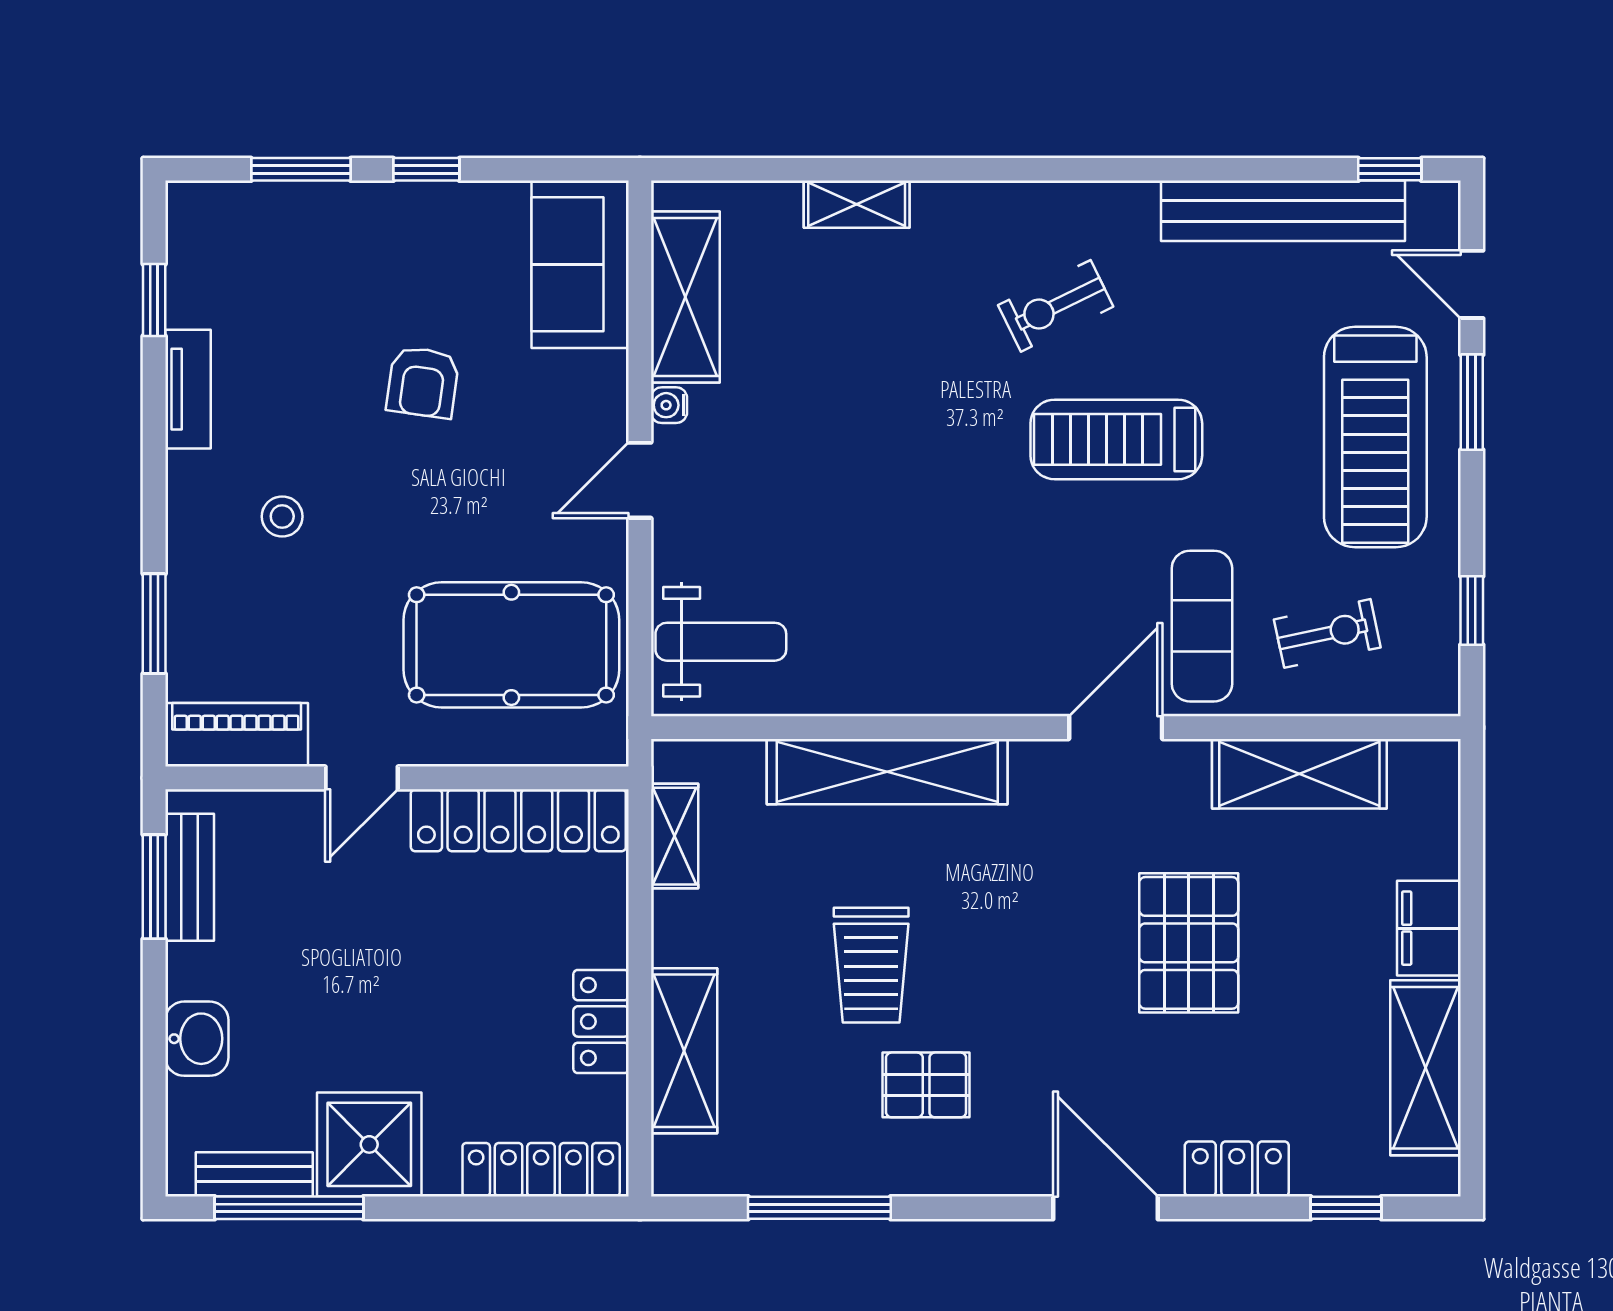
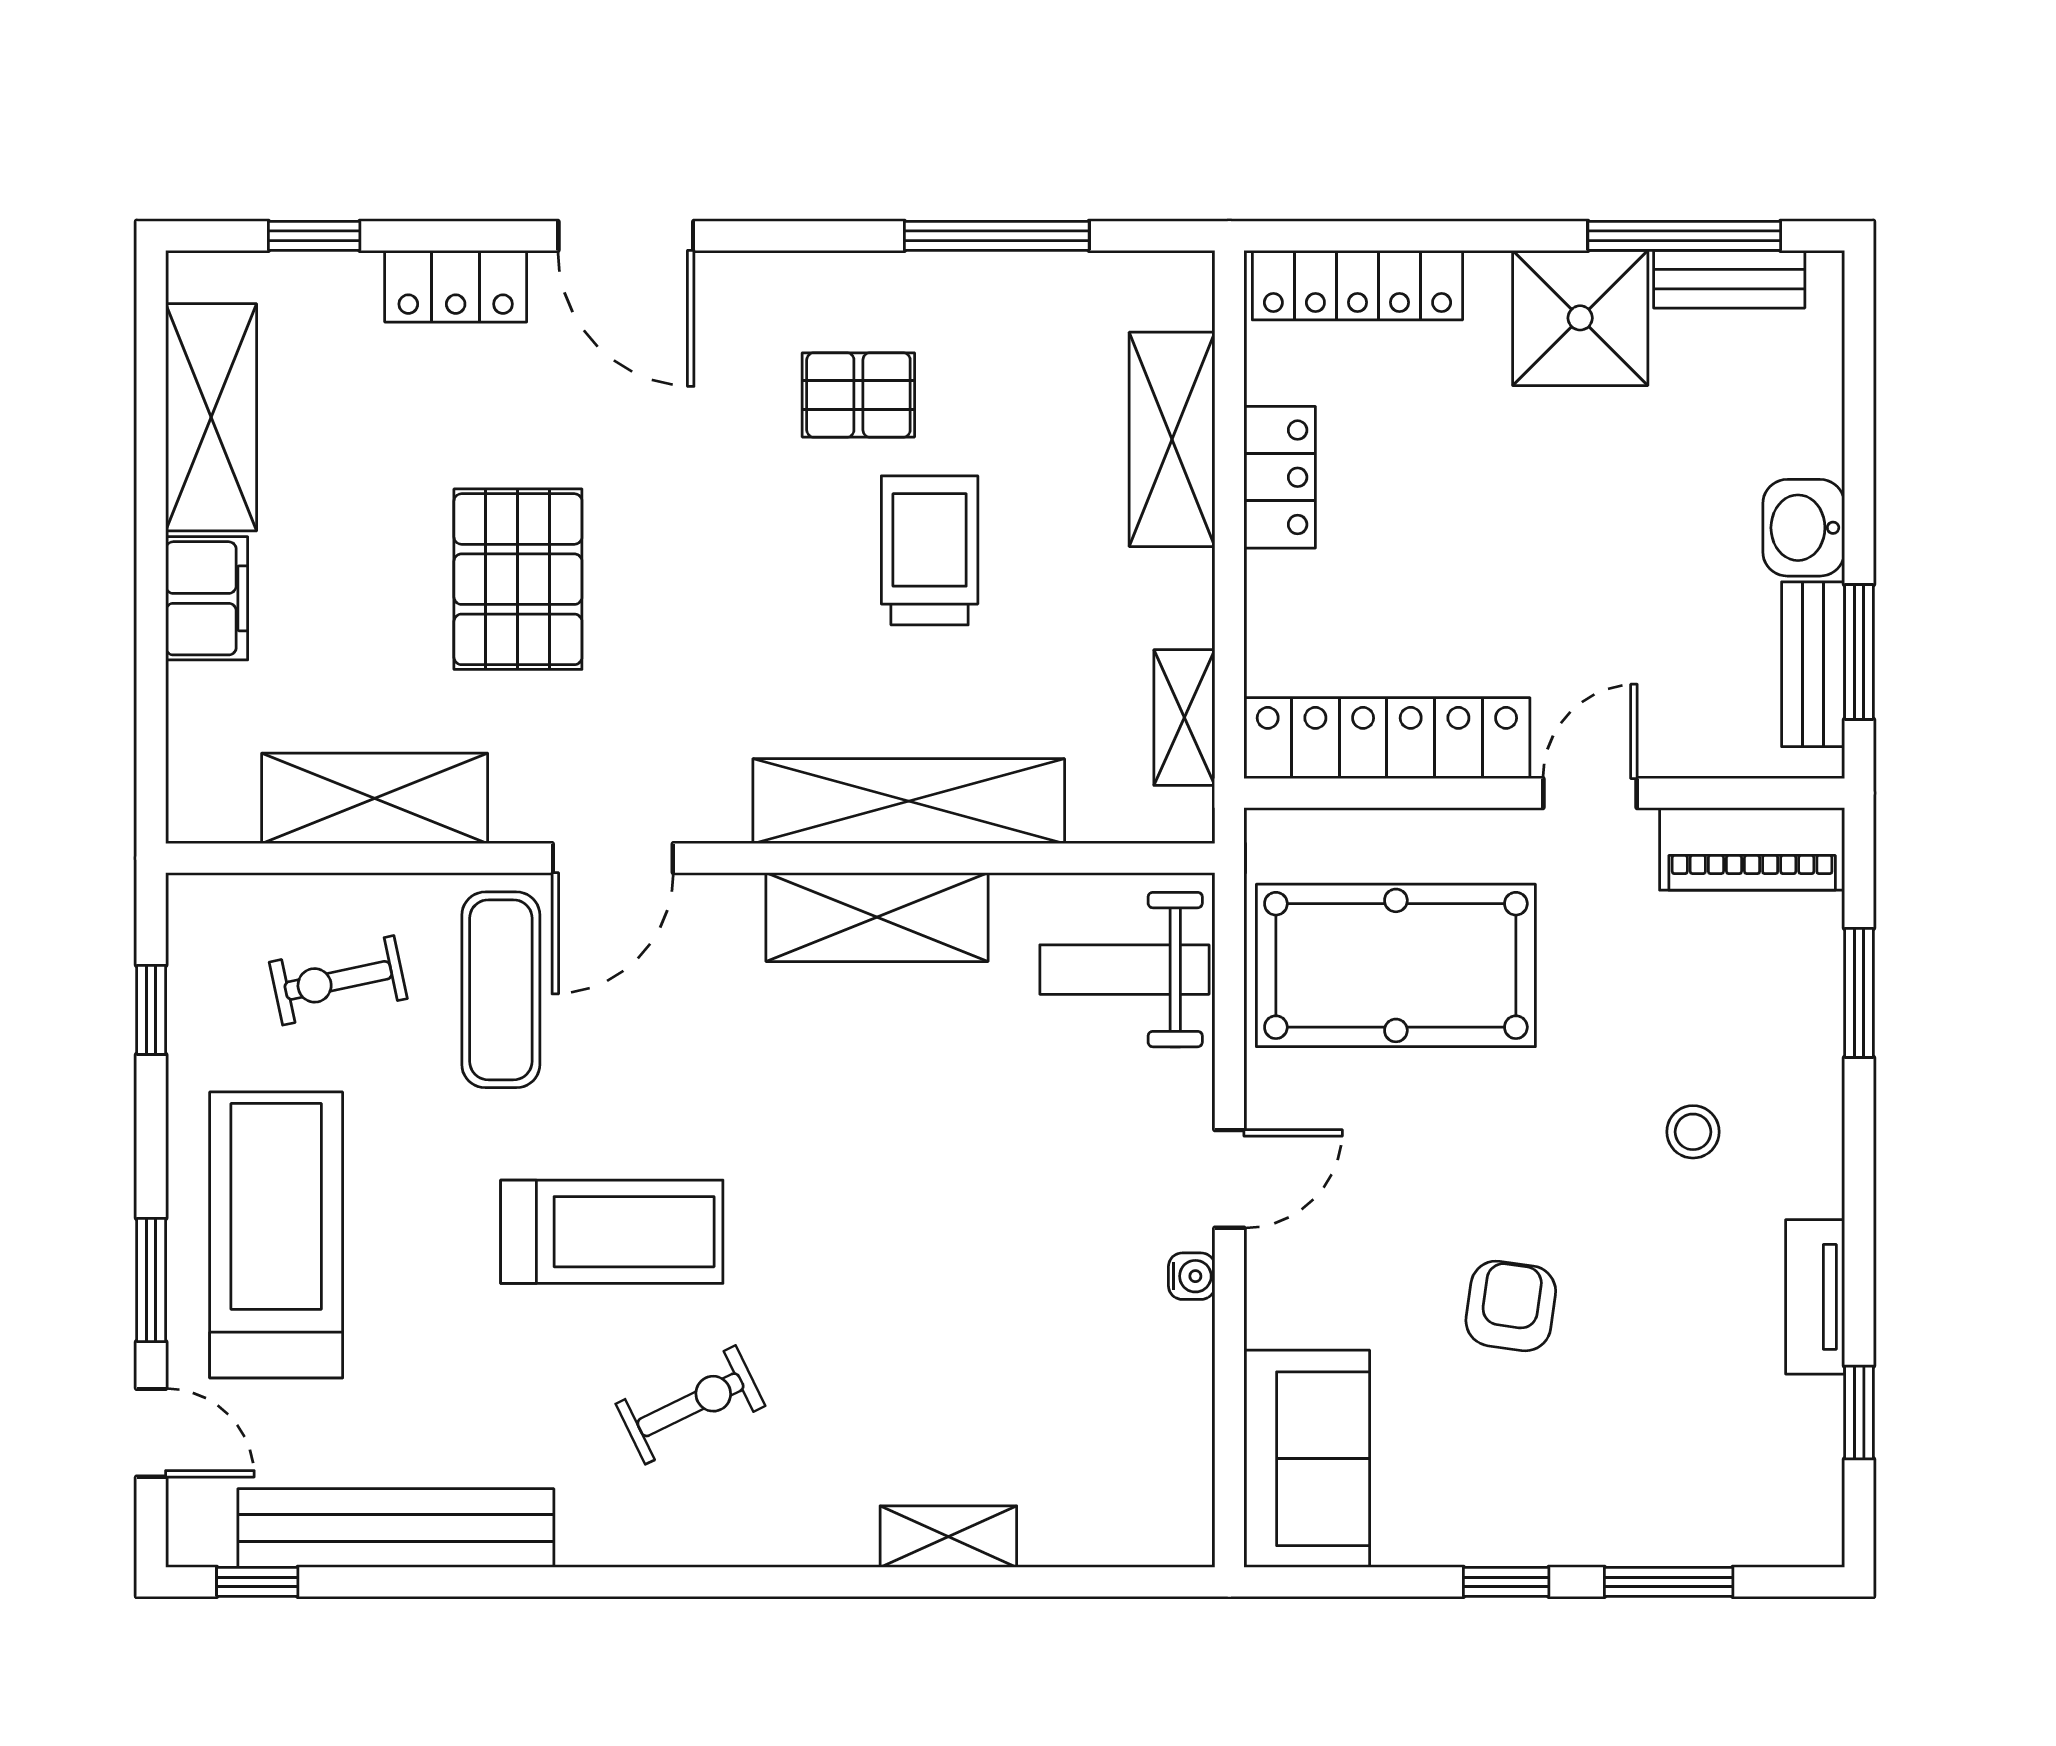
shelving: (685, 297) -> (877, 917), moved, turned 90
washbasin: (197, 1039) -> (1804, 528), moved

